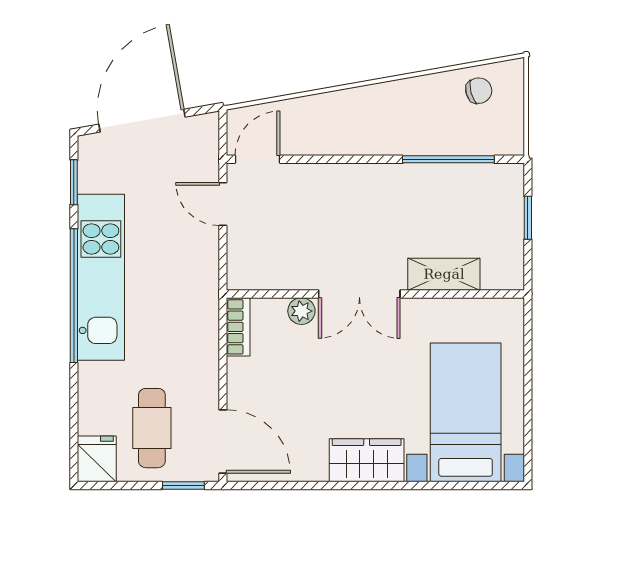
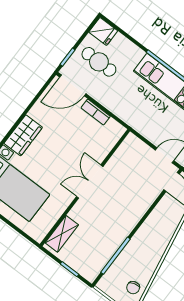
shelving: (444, 274) -> (62, 234), moved
plant: (301, 311) -> (100, 154), removed
bookcase: (238, 327) -> (96, 112), moved

